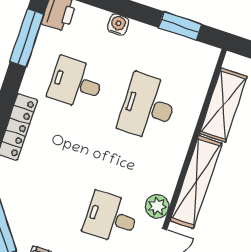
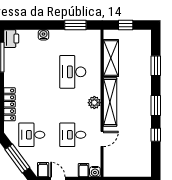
desk: (76, 83) -> (32, 135), moved
plant: (157, 206) -> (94, 103), moved

